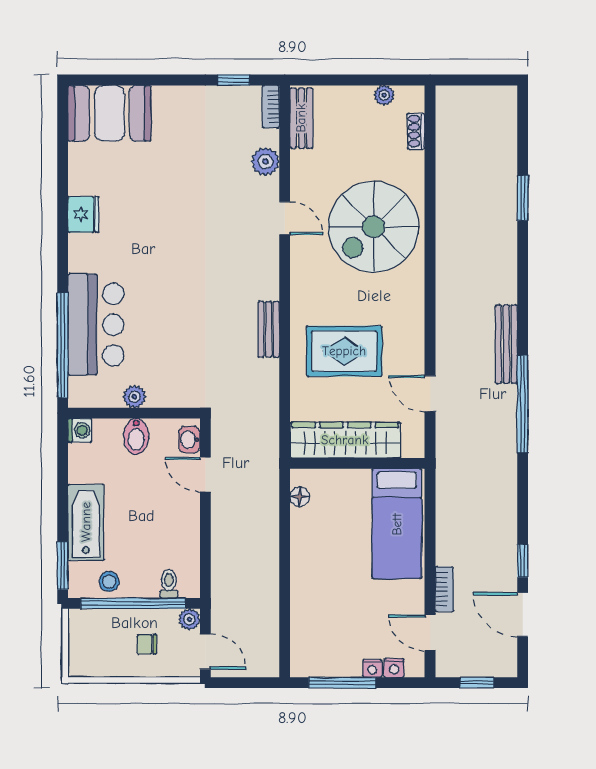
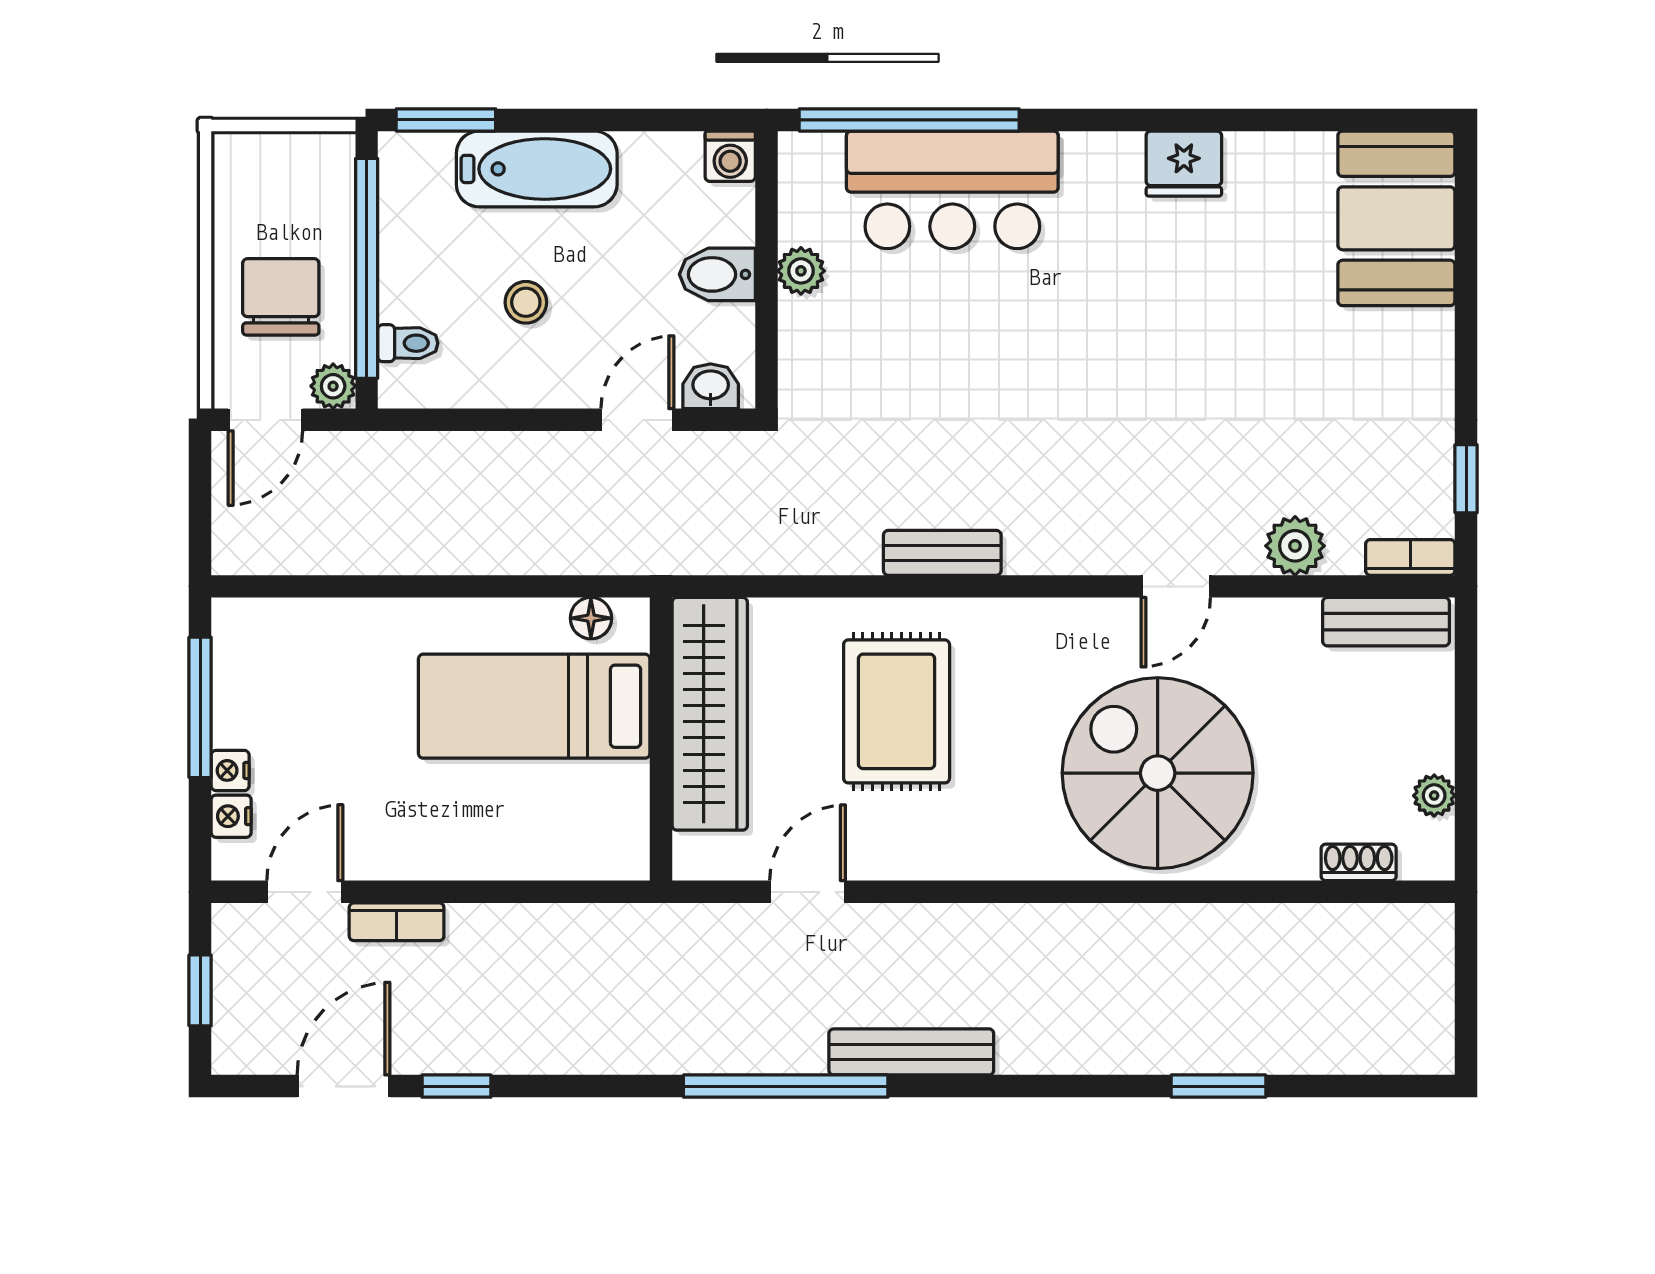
bed: (397, 524) -> (534, 706), moved
stool: (109, 582) -> (526, 302), moved
chair: (147, 644) -> (281, 297), width x1.87, depth x1.87

